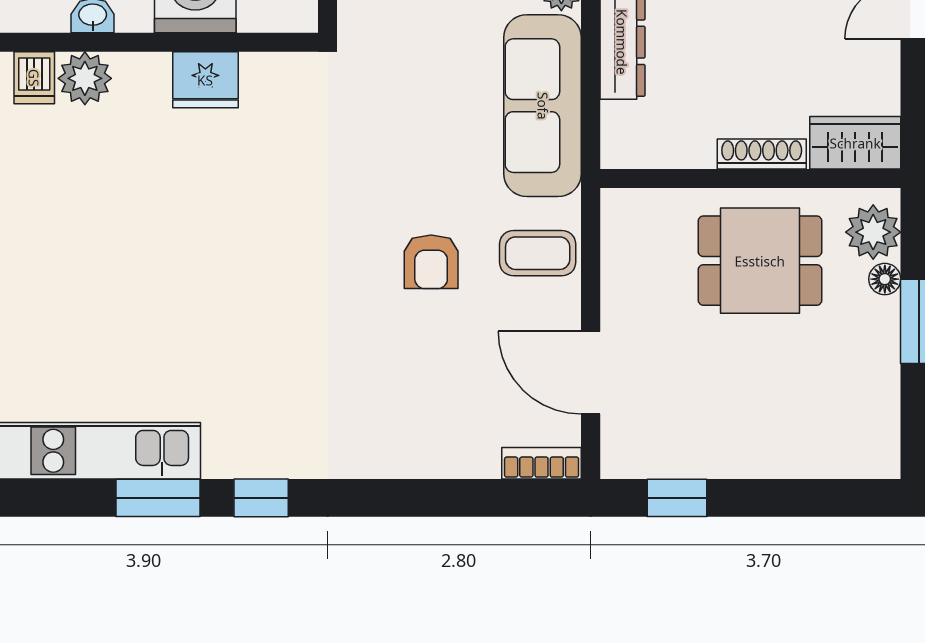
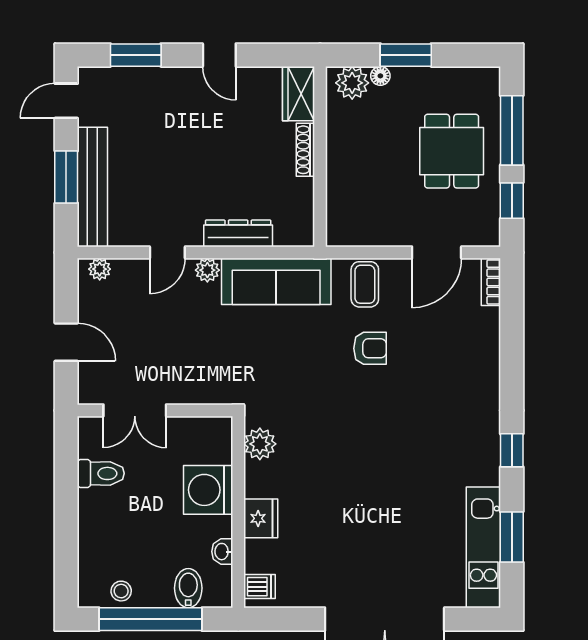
plant: (85, 78) -> (260, 444), moved
fridge: (205, 80) -> (261, 518), moved
dining table: (760, 261) -> (452, 151), moved
window: (158, 498) -> (512, 537), moved
window: (794, 498) -> (512, 130), added

